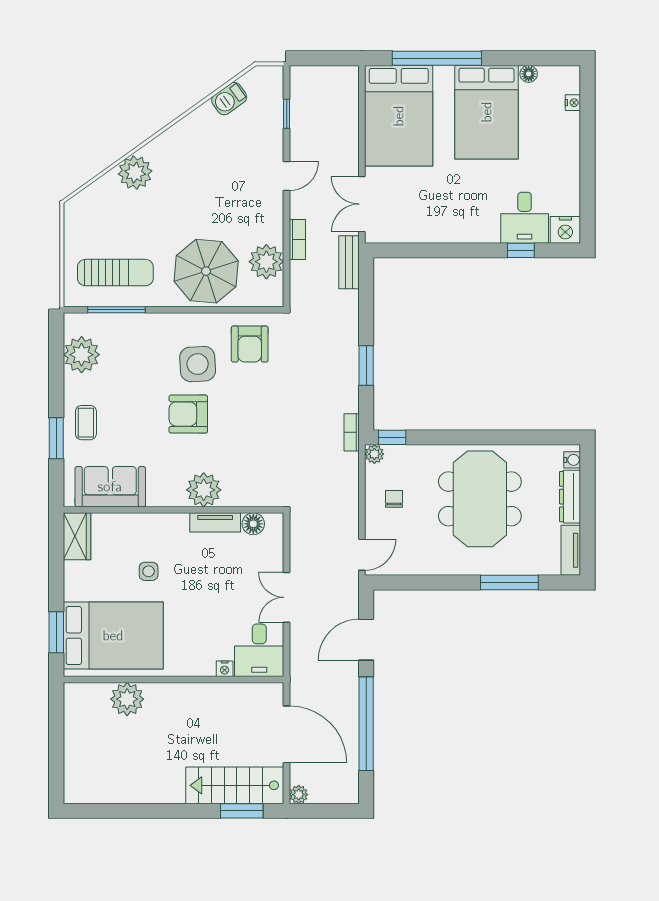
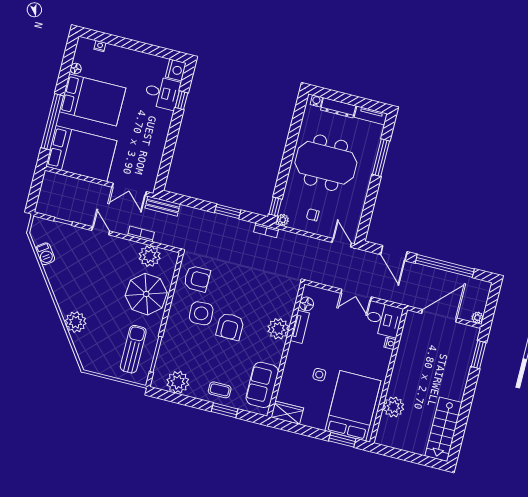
stairs: (235, 785) -> (443, 429), moved

